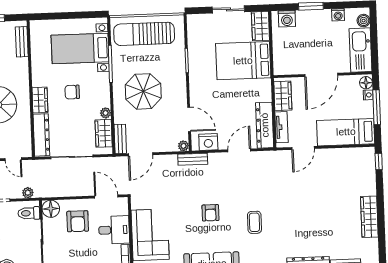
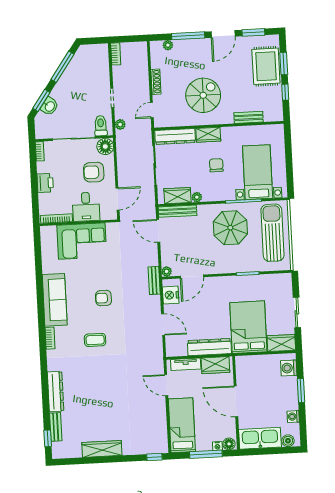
bench: (22, 42) -> (248, 117), moved
parasol: (143, 91) -> (230, 228), moved
dresser: (265, 125) -> (209, 347), moved
bench: (120, 139) -> (177, 211), width x1.36

